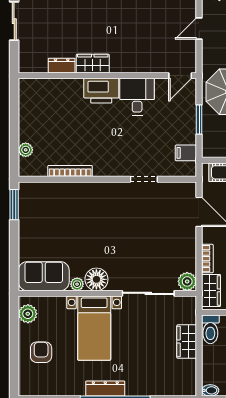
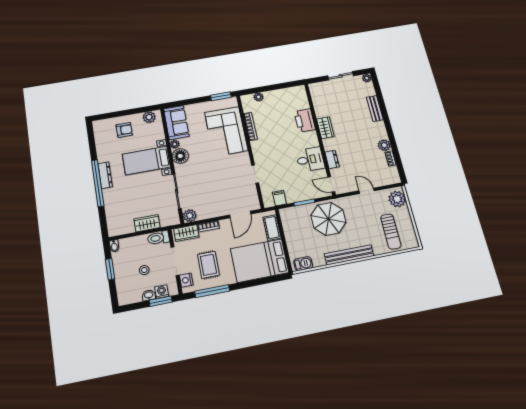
dresser: (62, 66) -> (332, 159), moved
printer: (101, 91) -> (305, 120), moved
corner sofa: (71, 207) -> (226, 131), added

